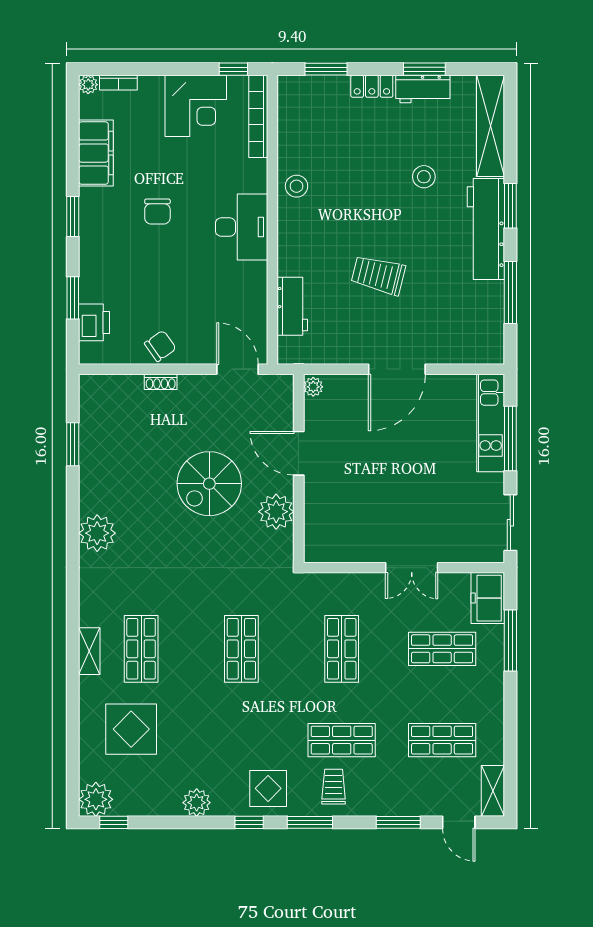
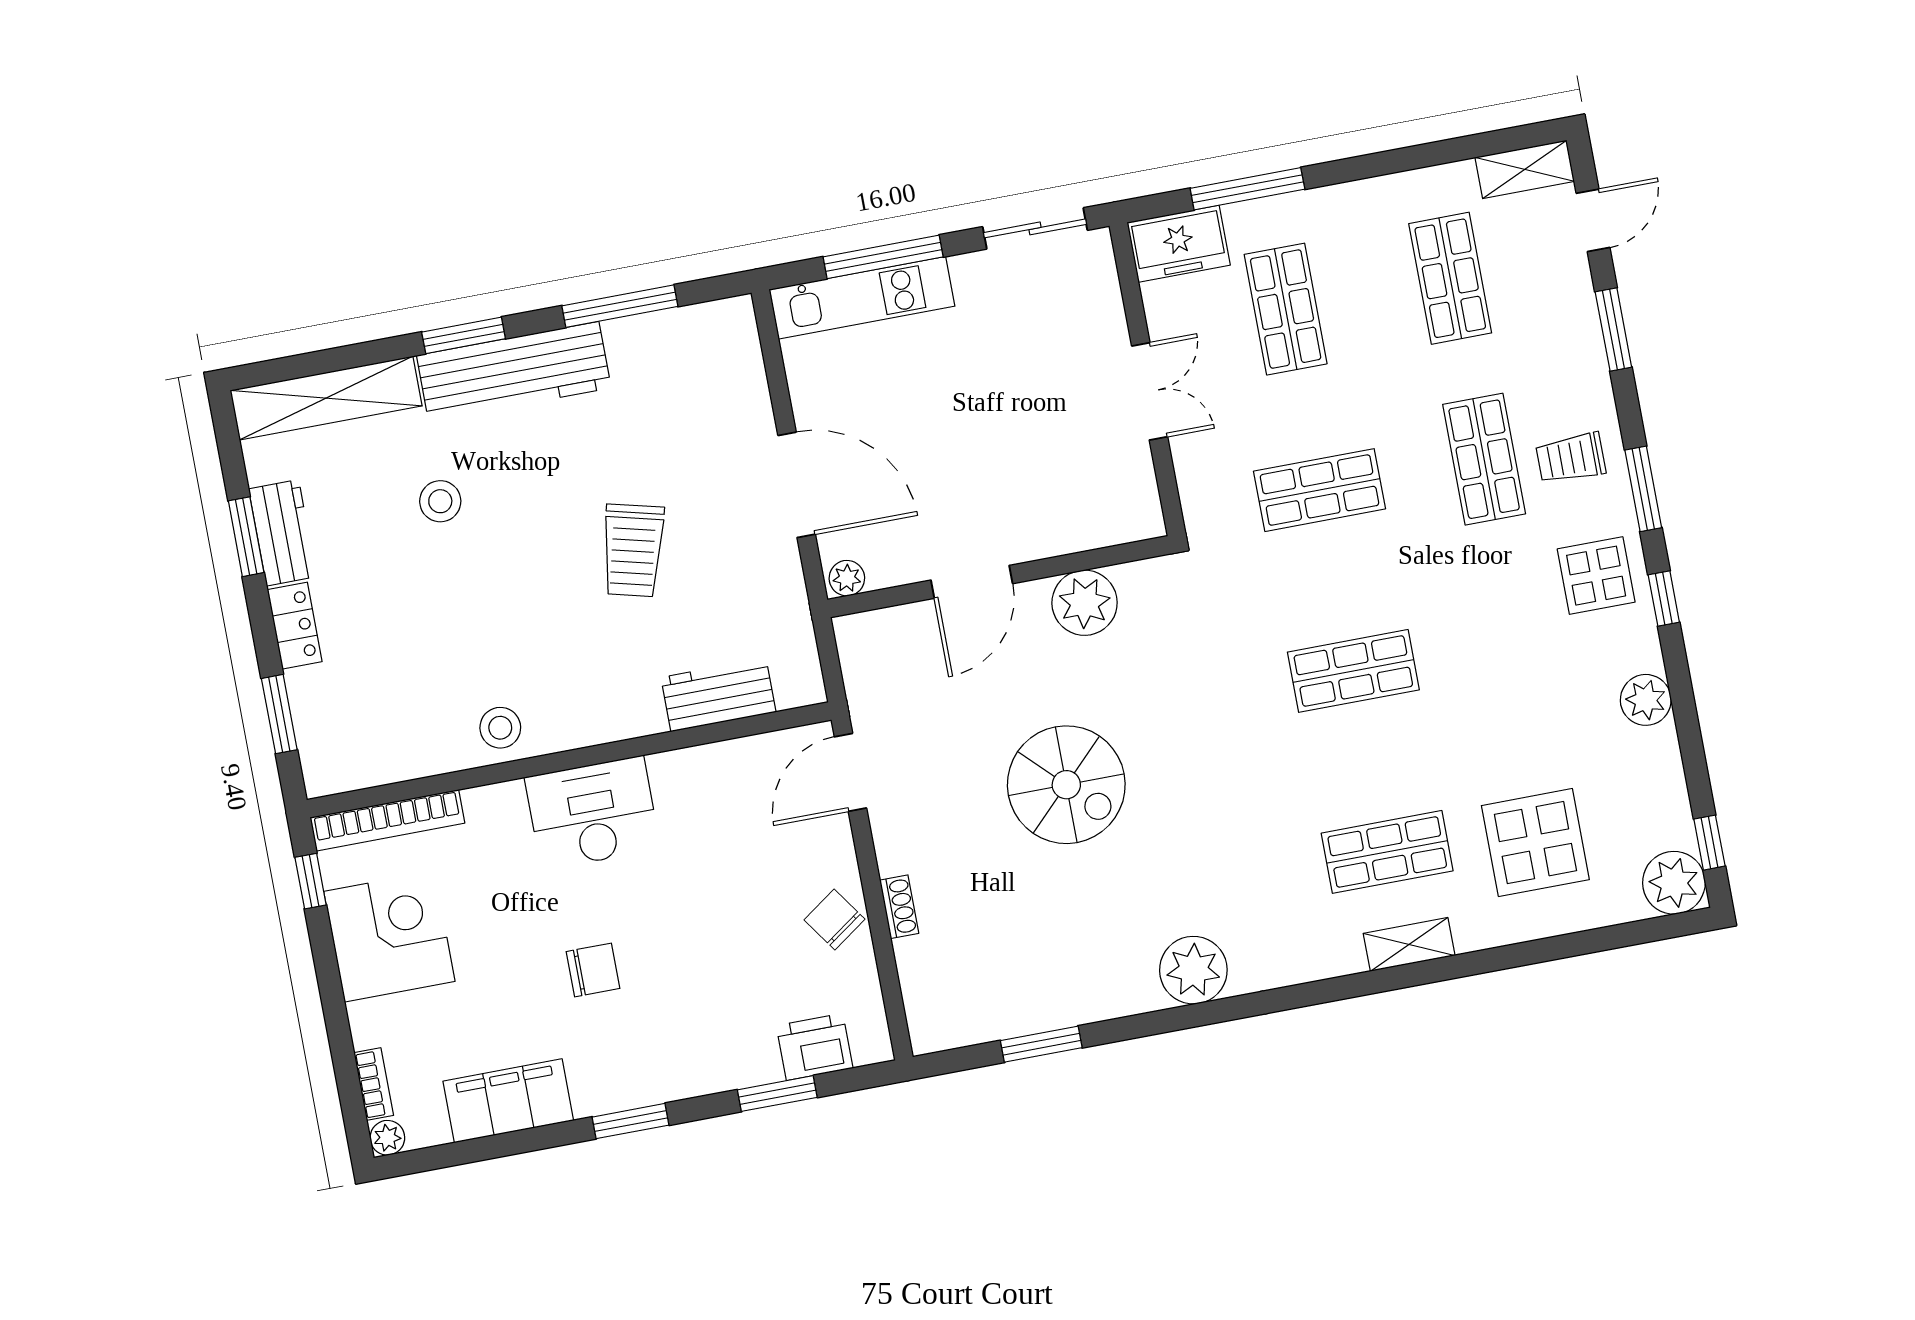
plant: (313, 387) -> (847, 578), moved
door: (299, 453) -> (972, 582), moved
wall: (299, 468) -> (999, 577), moved
plant: (276, 512) -> (1085, 603), moved

